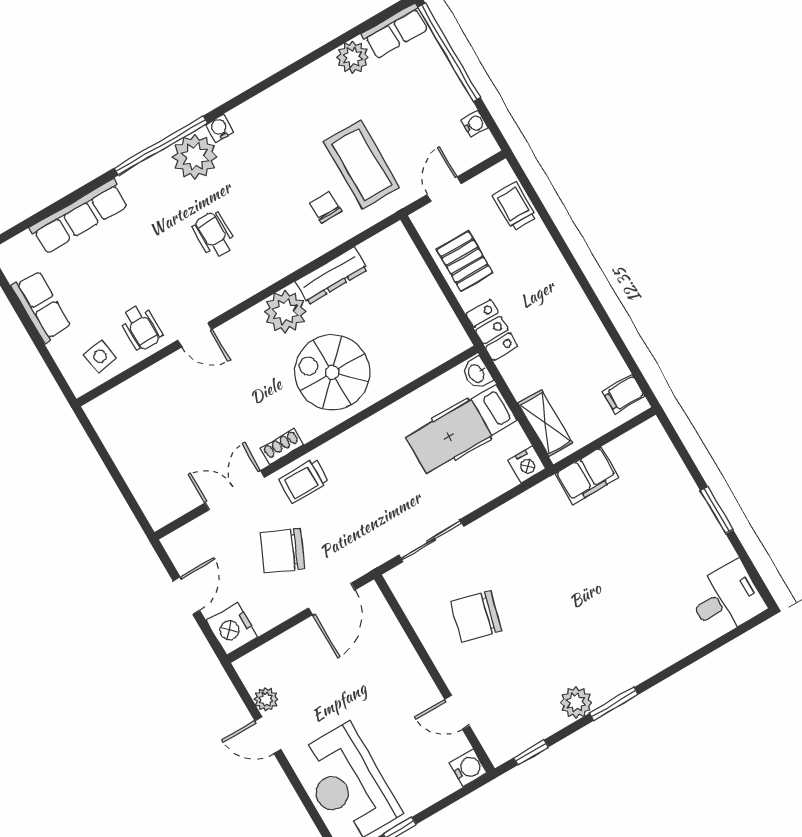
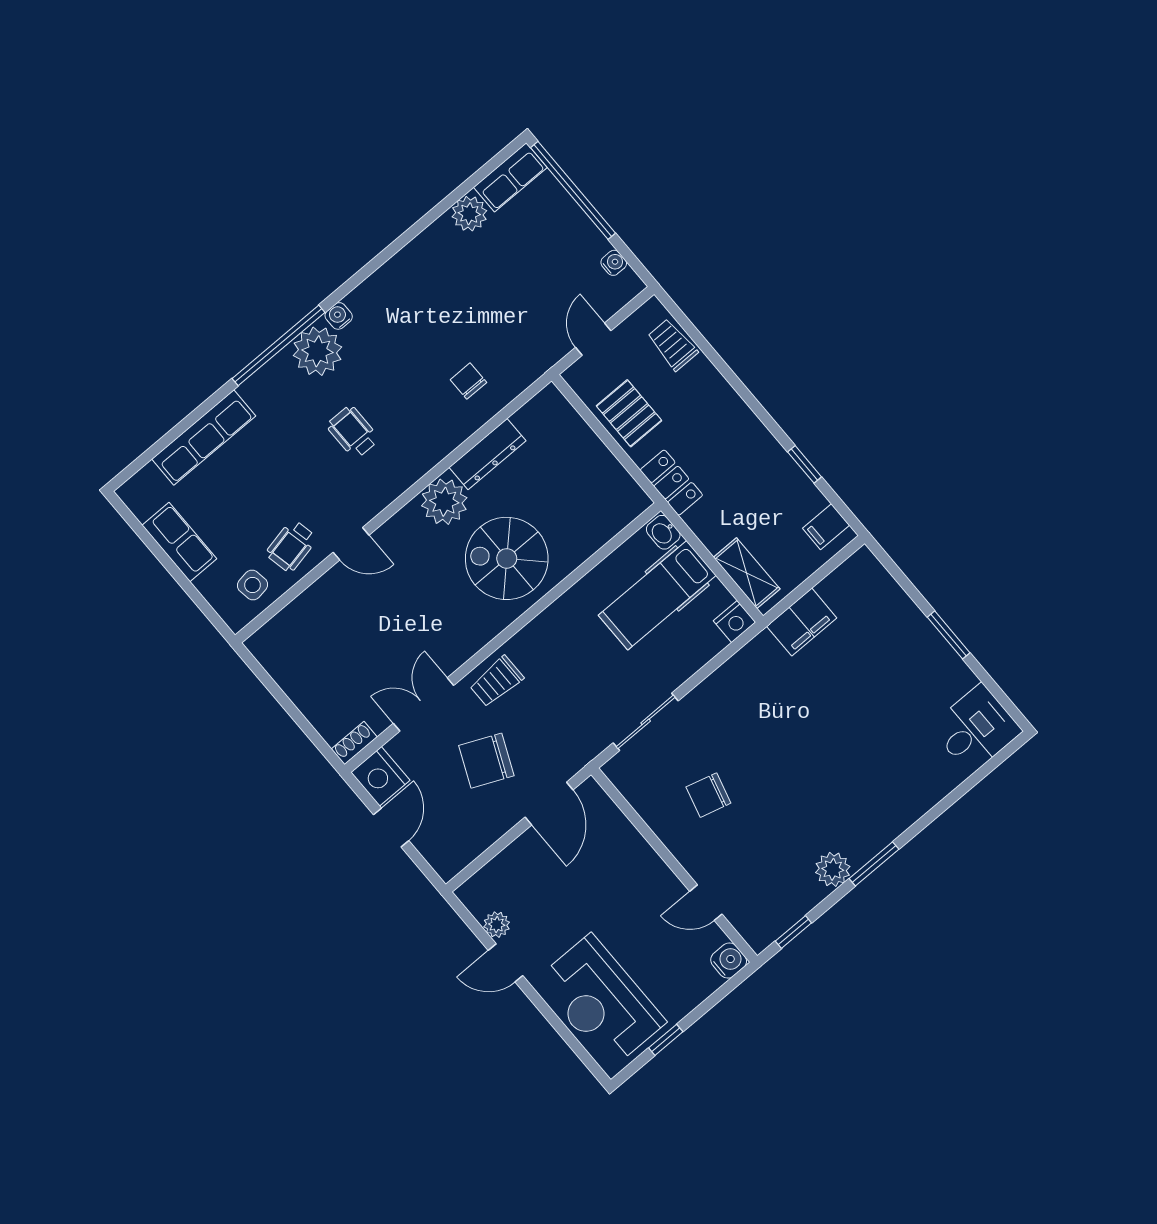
coffee table: (362, 165) -> (499, 328), removed
wheelchair: (141, 327) -> (291, 546), turned 78
window: (614, 335) -> (805, 464), added
shoe rack: (282, 447) -> (354, 743), moved
chair: (476, 616) -> (708, 795), width x0.73, depth x0.73
nightstand: (232, 629) -> (380, 776), moved

